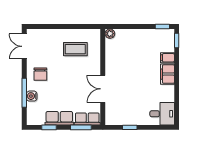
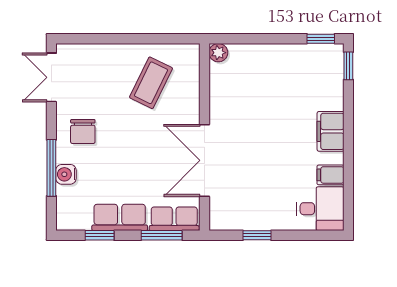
coffee table: (75, 49) -> (151, 83), turned -64
filing cabinet: (167, 58) -> (330, 175), moved
double door: (103, 89) -> (204, 160), width x1.37

